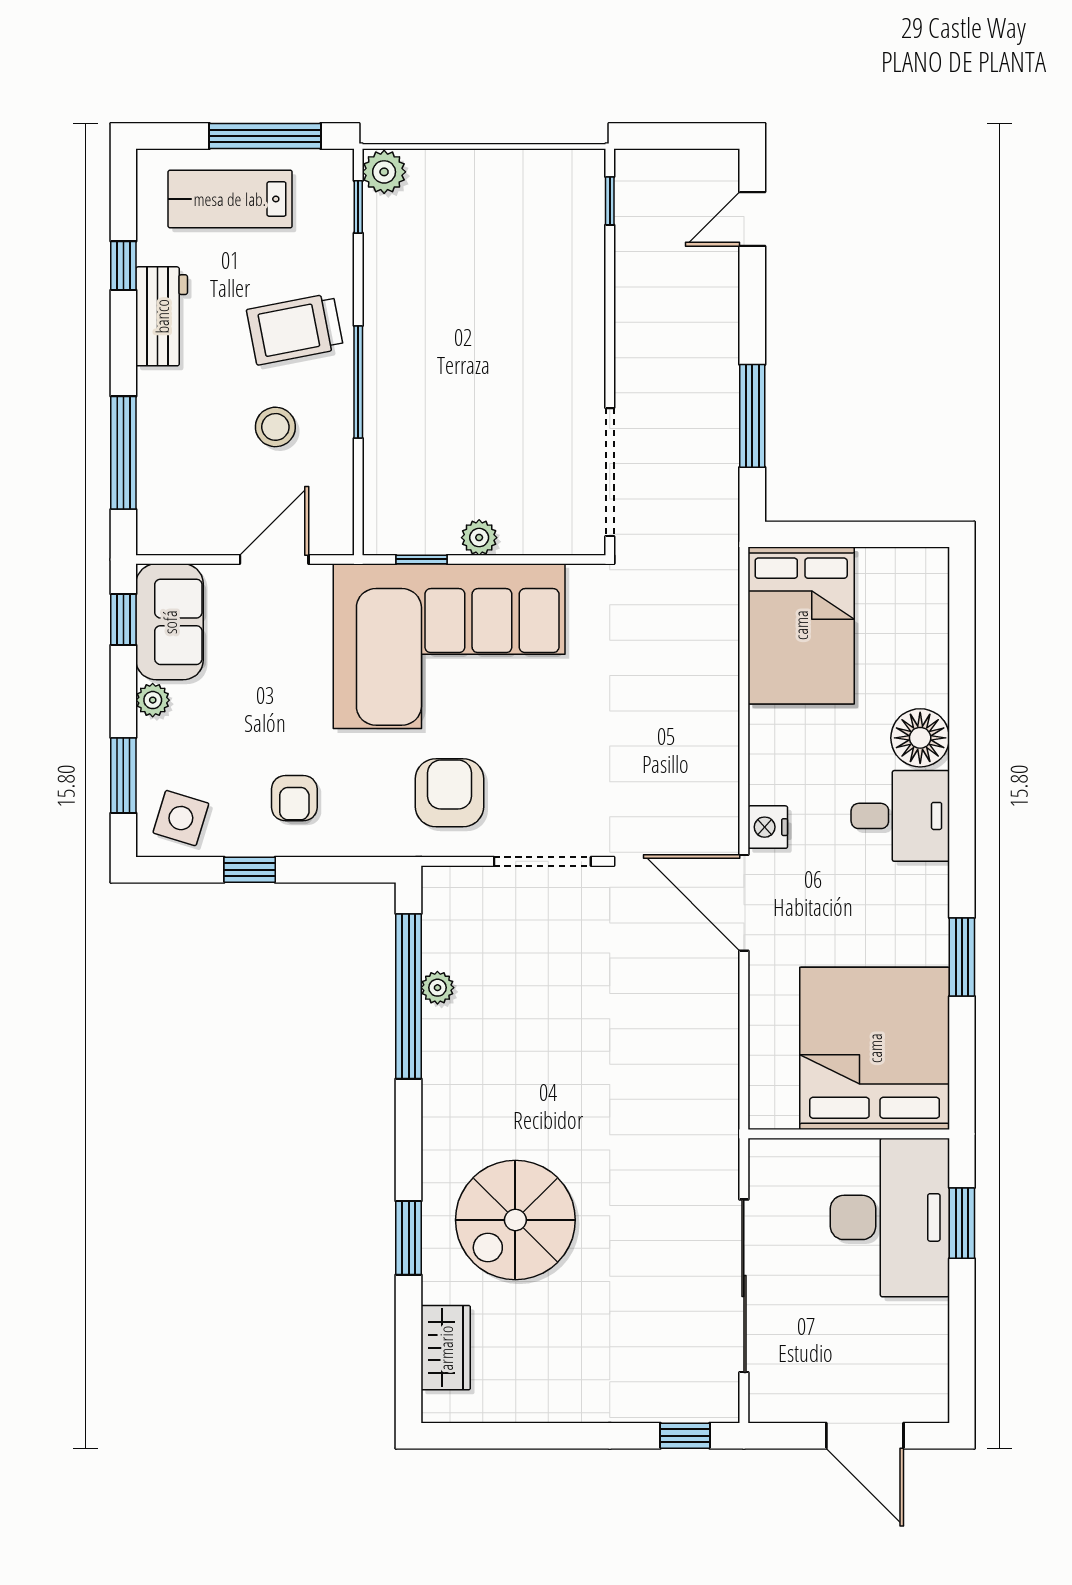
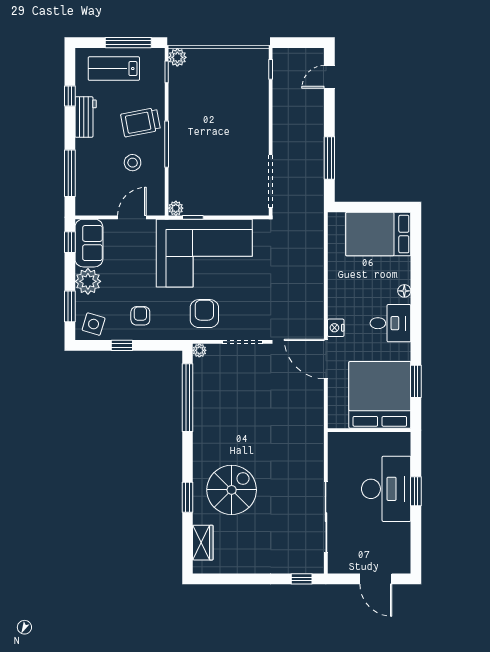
plant: (479, 538) -> (176, 208), moved
bed: (801, 625) -> (378, 234), moved, turned 90
plant: (153, 700) -> (88, 281), width x1.88, depth x1.88
floor lamp: (920, 738) -> (404, 291), width x0.53, depth x0.53
armchair: (294, 798) -> (140, 316), turned 180
plant: (437, 988) -> (199, 350), moved
bed: (875, 1048) -> (380, 395), moved
wall: (849, 1134) -> (369, 430), moved
spiral stairs: (515, 1220) -> (232, 490), turned 180

